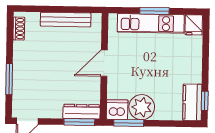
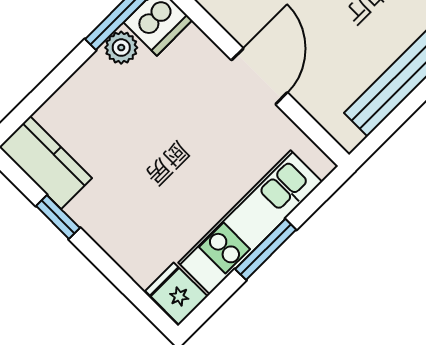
window: (205, 101) -> (58, 217), moved
plant: (142, 107) -> (121, 48), width x0.53, depth x0.53

